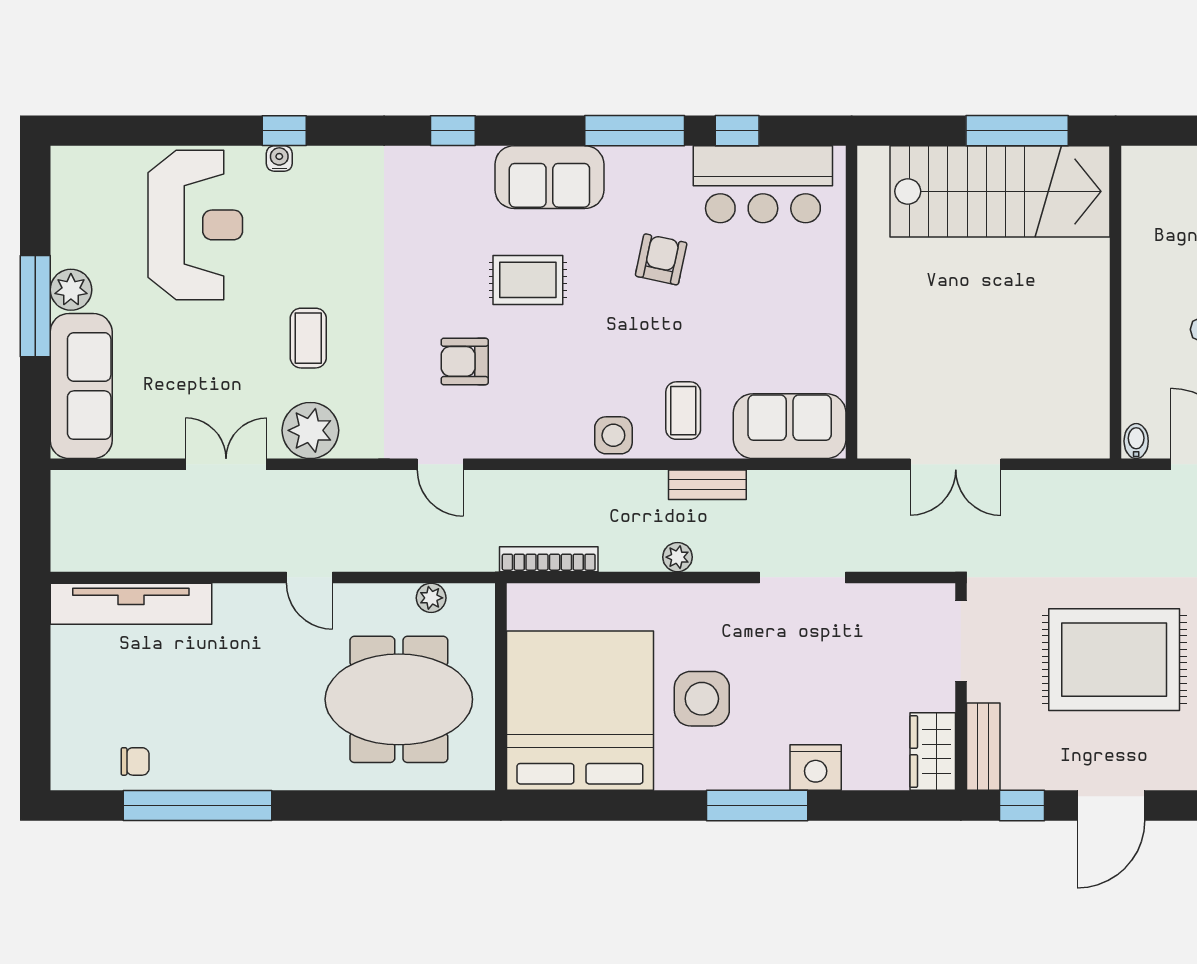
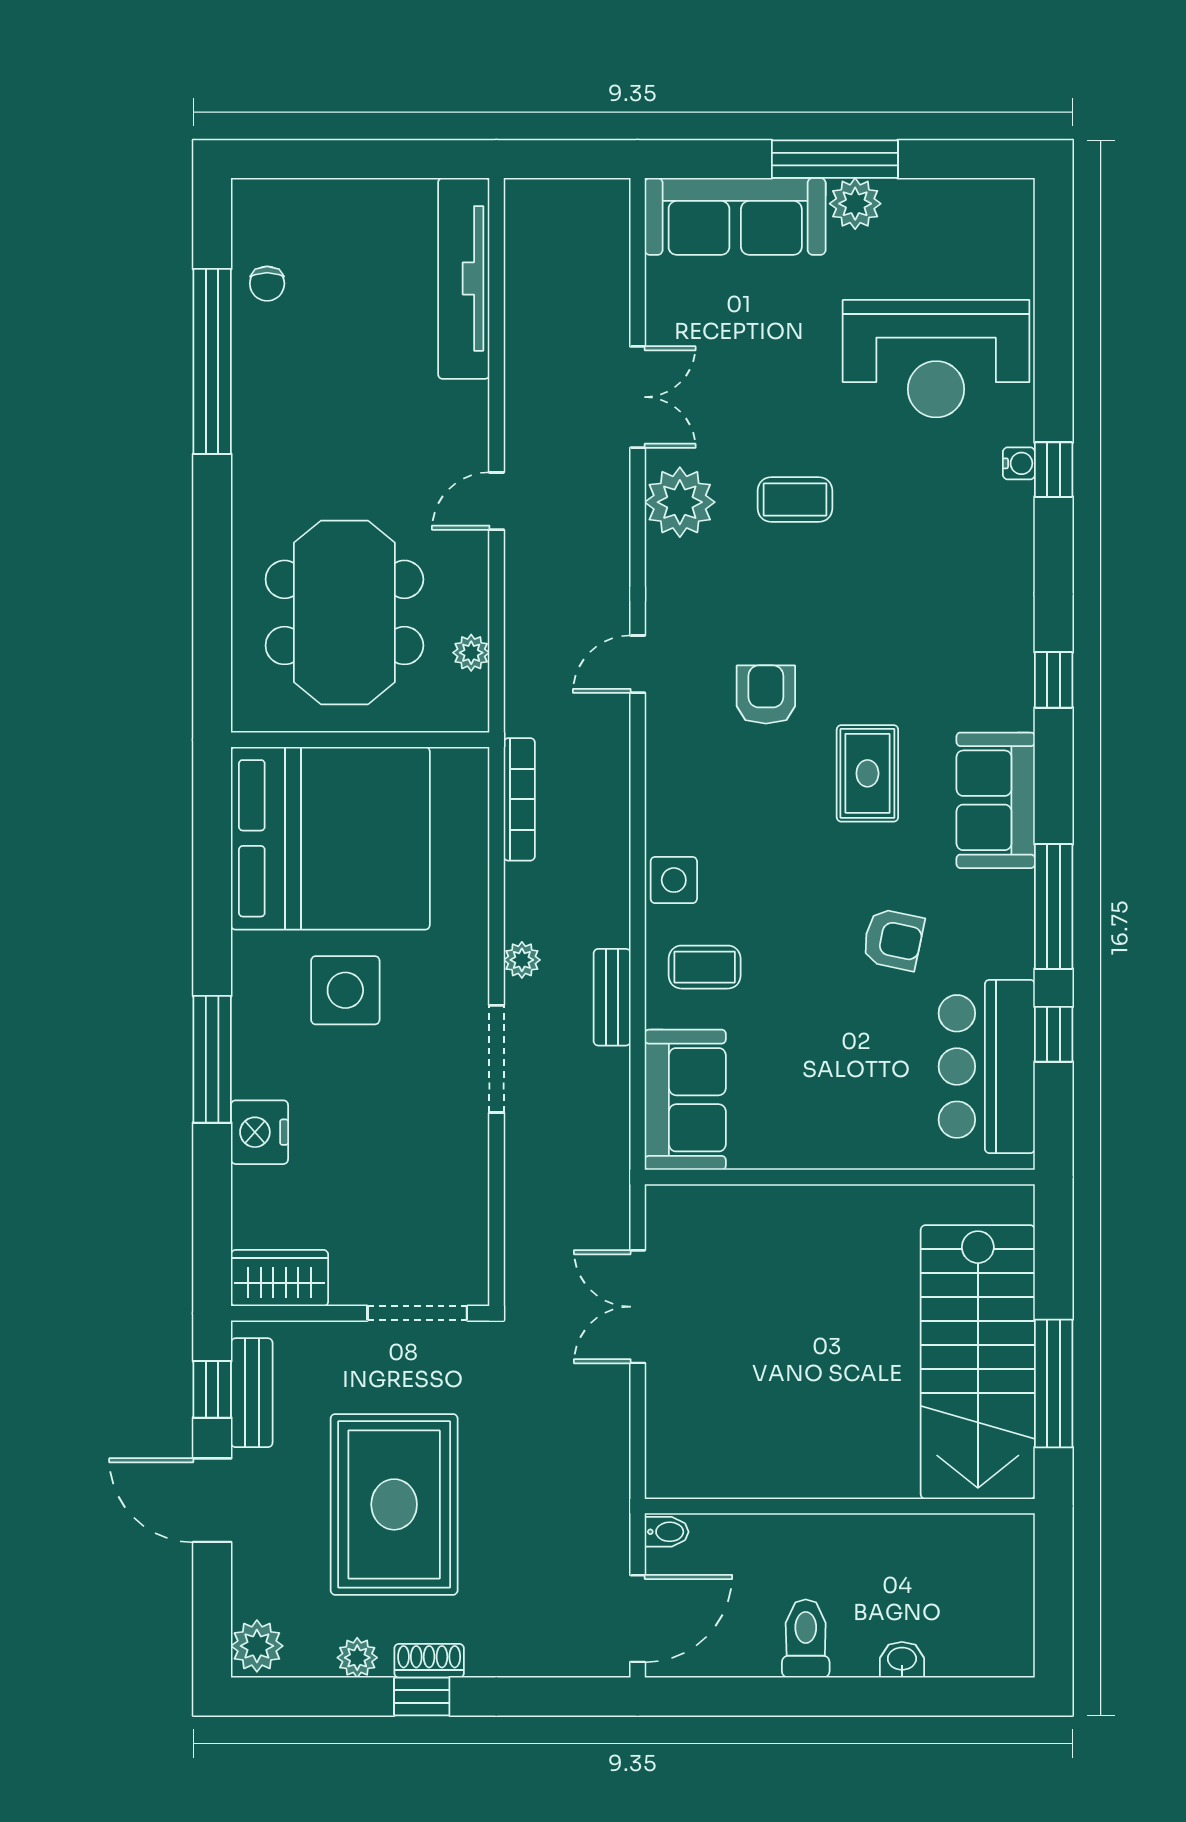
doorway: (802, 577) -> (497, 1059), moved
bench: (983, 747) -> (252, 1393), moved, turned 90

